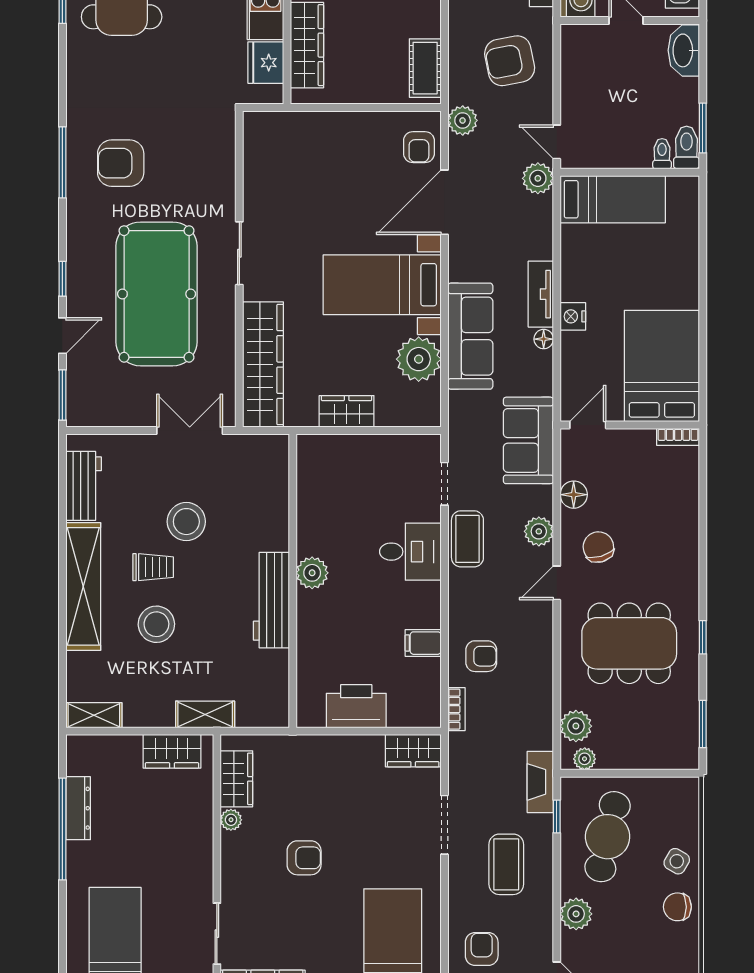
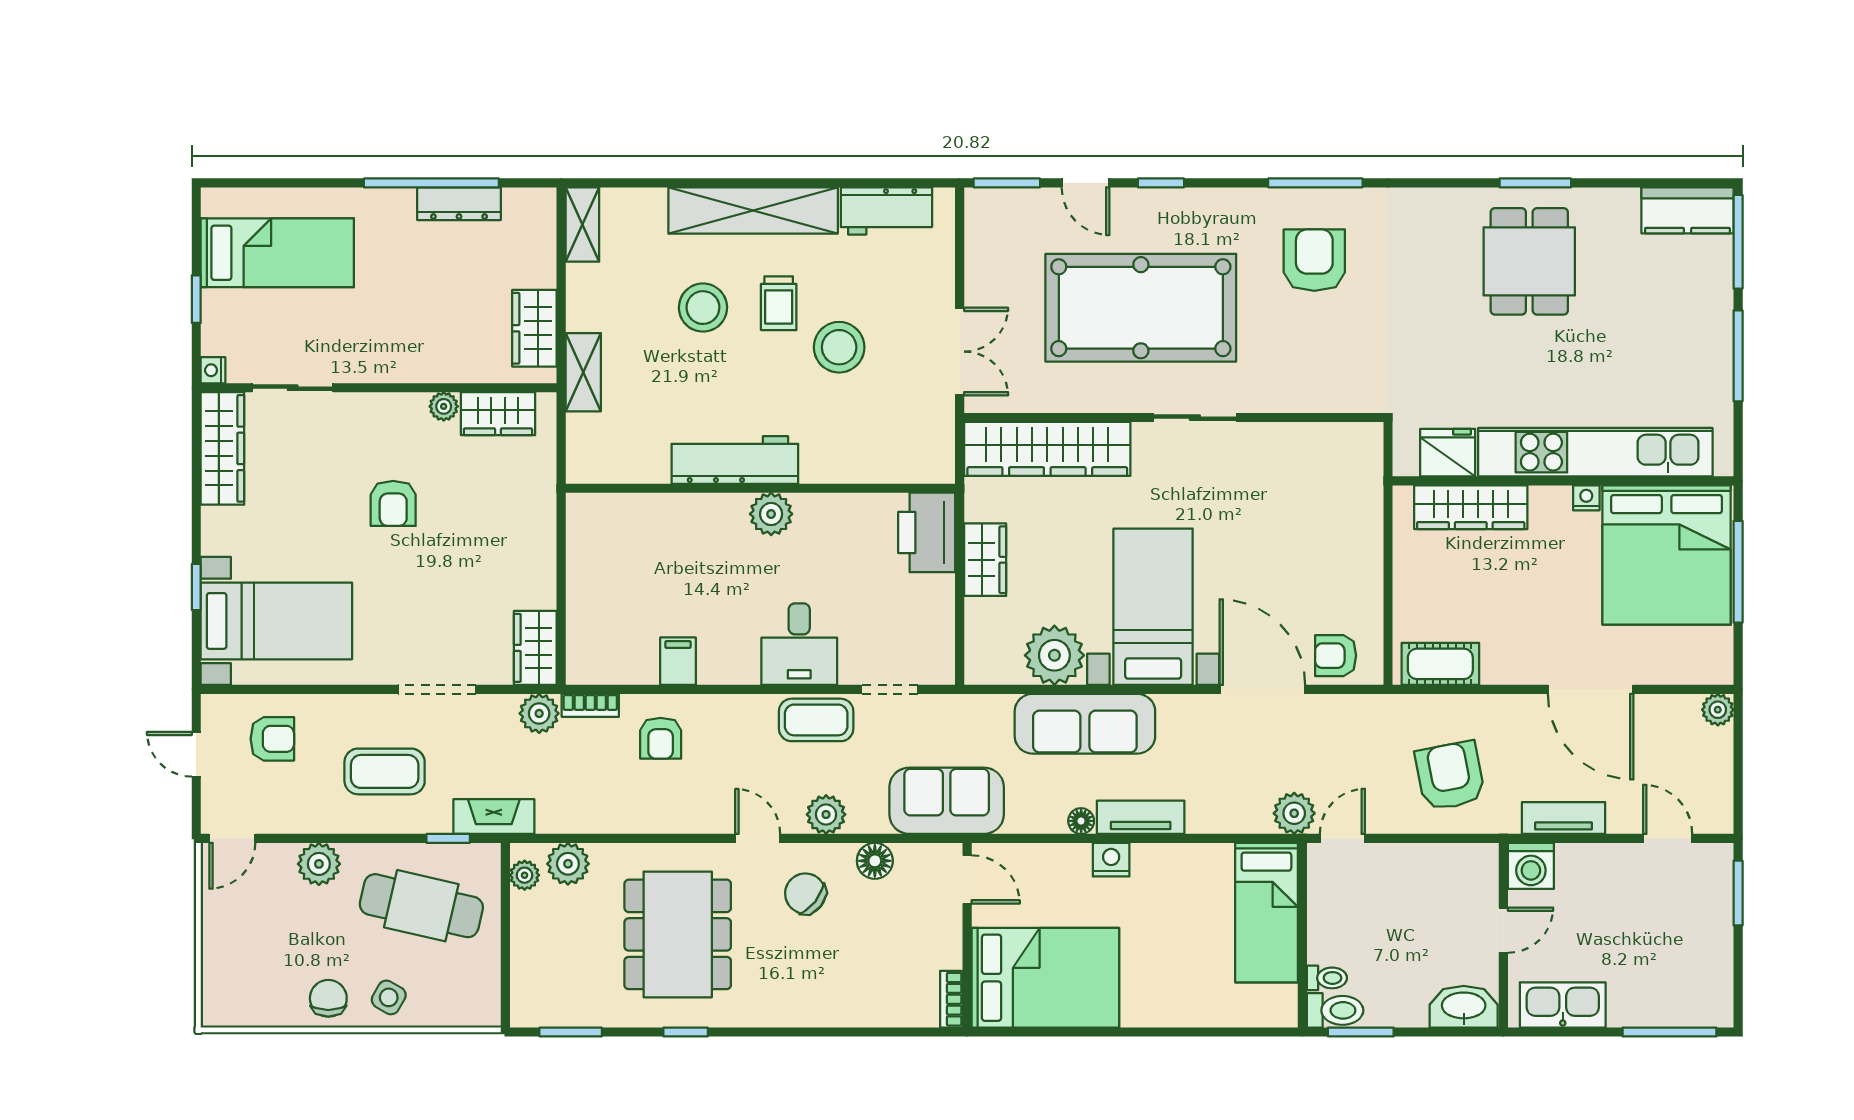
plant: (463, 120) -> (539, 713), moved
chair: (598, 547) -> (805, 894), turned -126
printer: (356, 706) -> (927, 532), moved, turned 180

